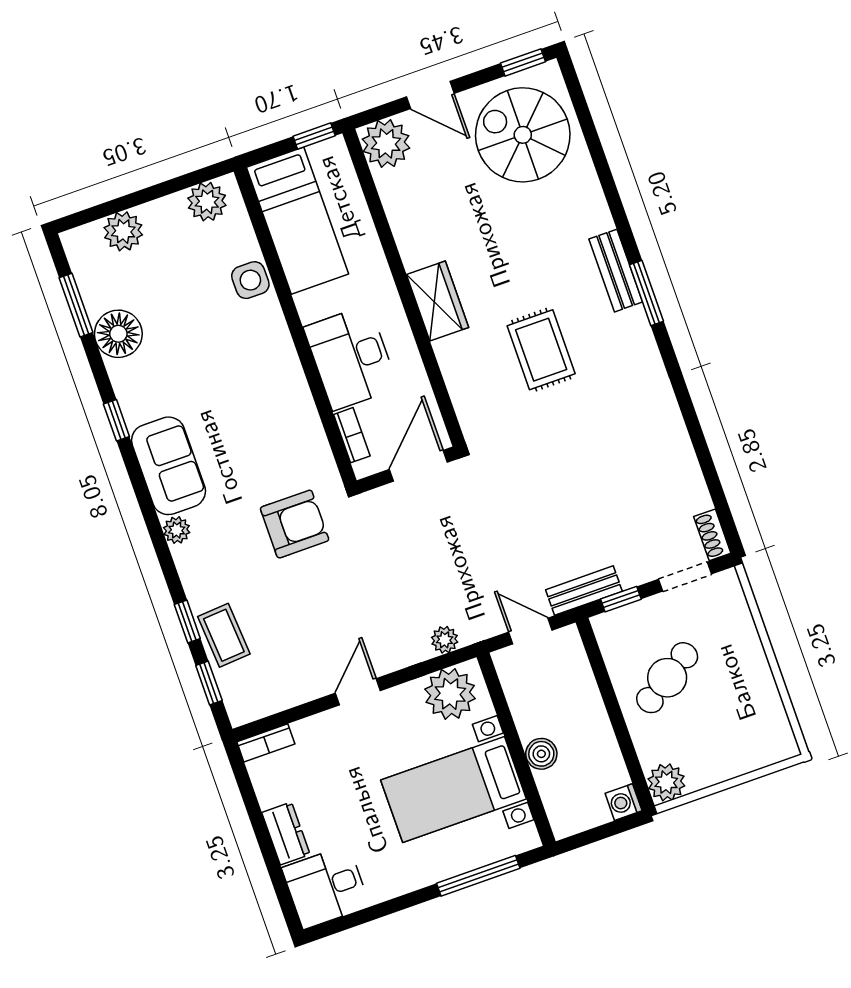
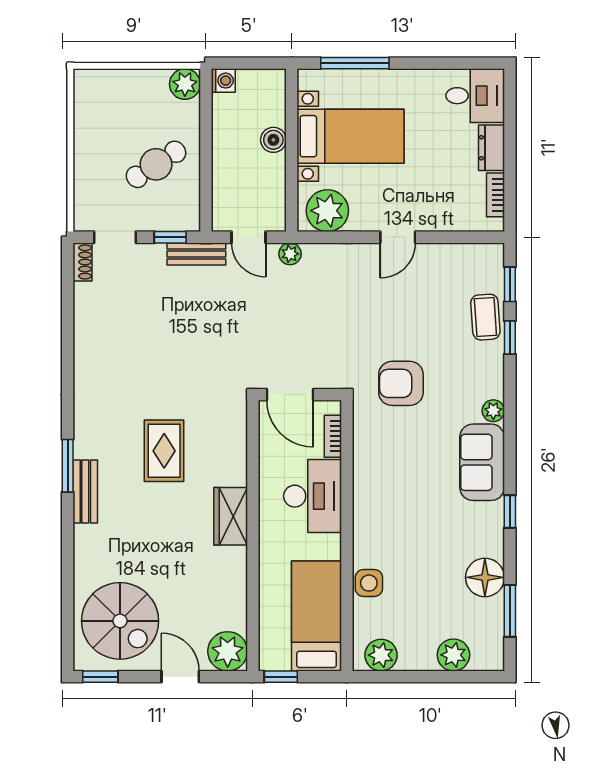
door: (418, 466) -> (290, 395), hinge flipped
plant: (445, 640) -> (290, 254), moved
bookcase: (266, 743) -> (495, 195), moved, turned -90

